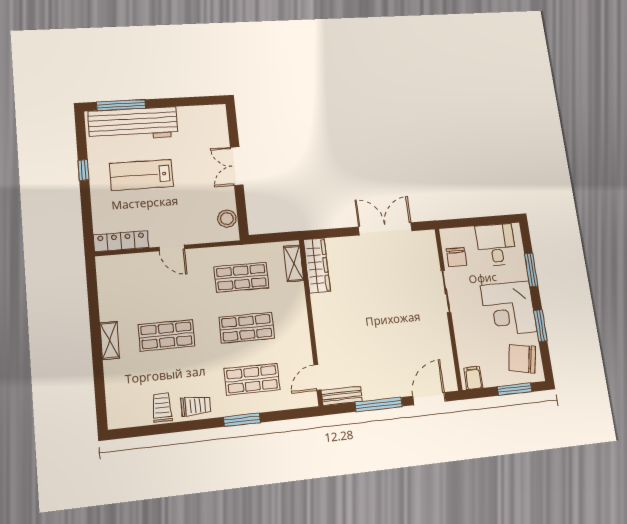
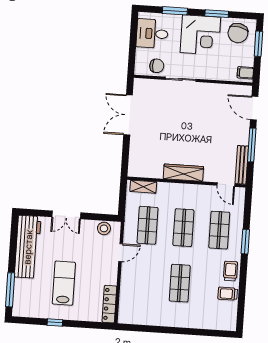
workbench: (133, 124) -> (28, 247), moved
lab bench: (142, 175) -> (64, 283), turned 180
door: (172, 248) -> (121, 253), moved
wardrobe: (317, 266) -> (183, 173), moved
shelving: (110, 340) -> (177, 322), removed
bench: (342, 396) -> (242, 165), width x1.36

